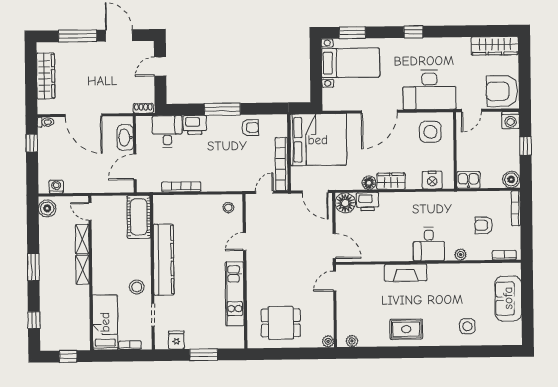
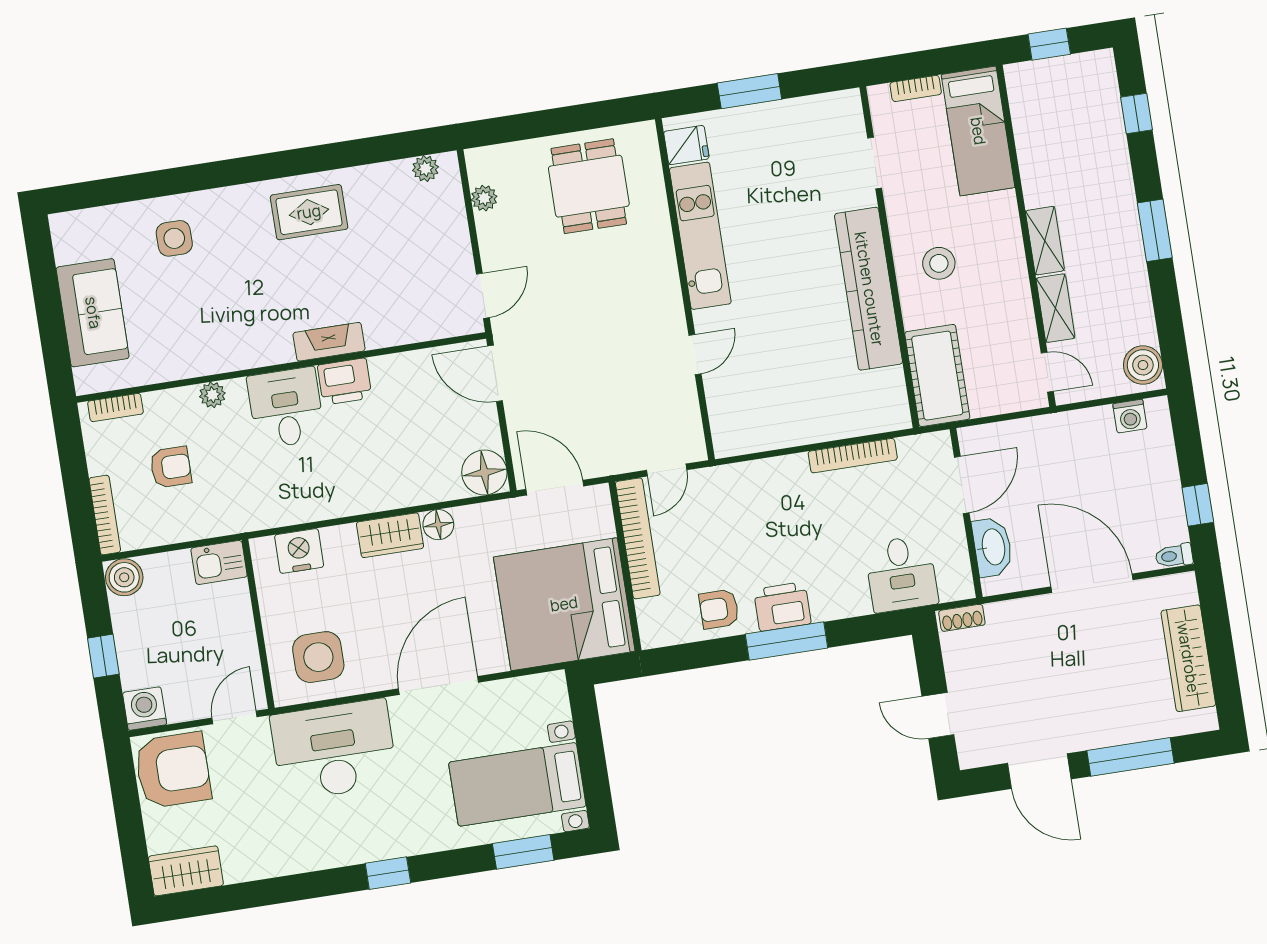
wardrobe: (495, 46) -> (186, 871), width x0.67
door: (160, 67) -> (938, 715), swing flipped
printer: (195, 125) -> (782, 607), moved
printer: (368, 202) -> (345, 381), moved, turned 180
stool: (228, 208) -> (742, 425), removed
fireplace: (406, 273) -> (329, 342), width x0.73, depth x0.76
stool: (137, 287) -> (939, 263), moved
dining table: (281, 323) -> (589, 186), turned 90
fridge: (176, 340) -> (686, 145), moved, turned -90
plant: (328, 341) -> (484, 198), moved

